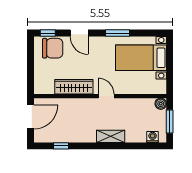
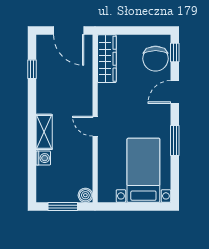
wardrobe: (74, 87) -> (107, 59), moved
door: (106, 96) -> (95, 126), swing flipped
washing machine: (153, 137) -> (43, 158), moved

